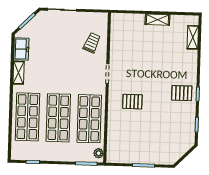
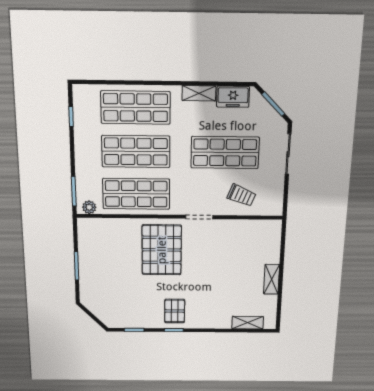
shop shelf: (60, 55) -> (225, 153), added
pallet: (132, 102) -> (162, 250), width x2.05, depth x2.00

